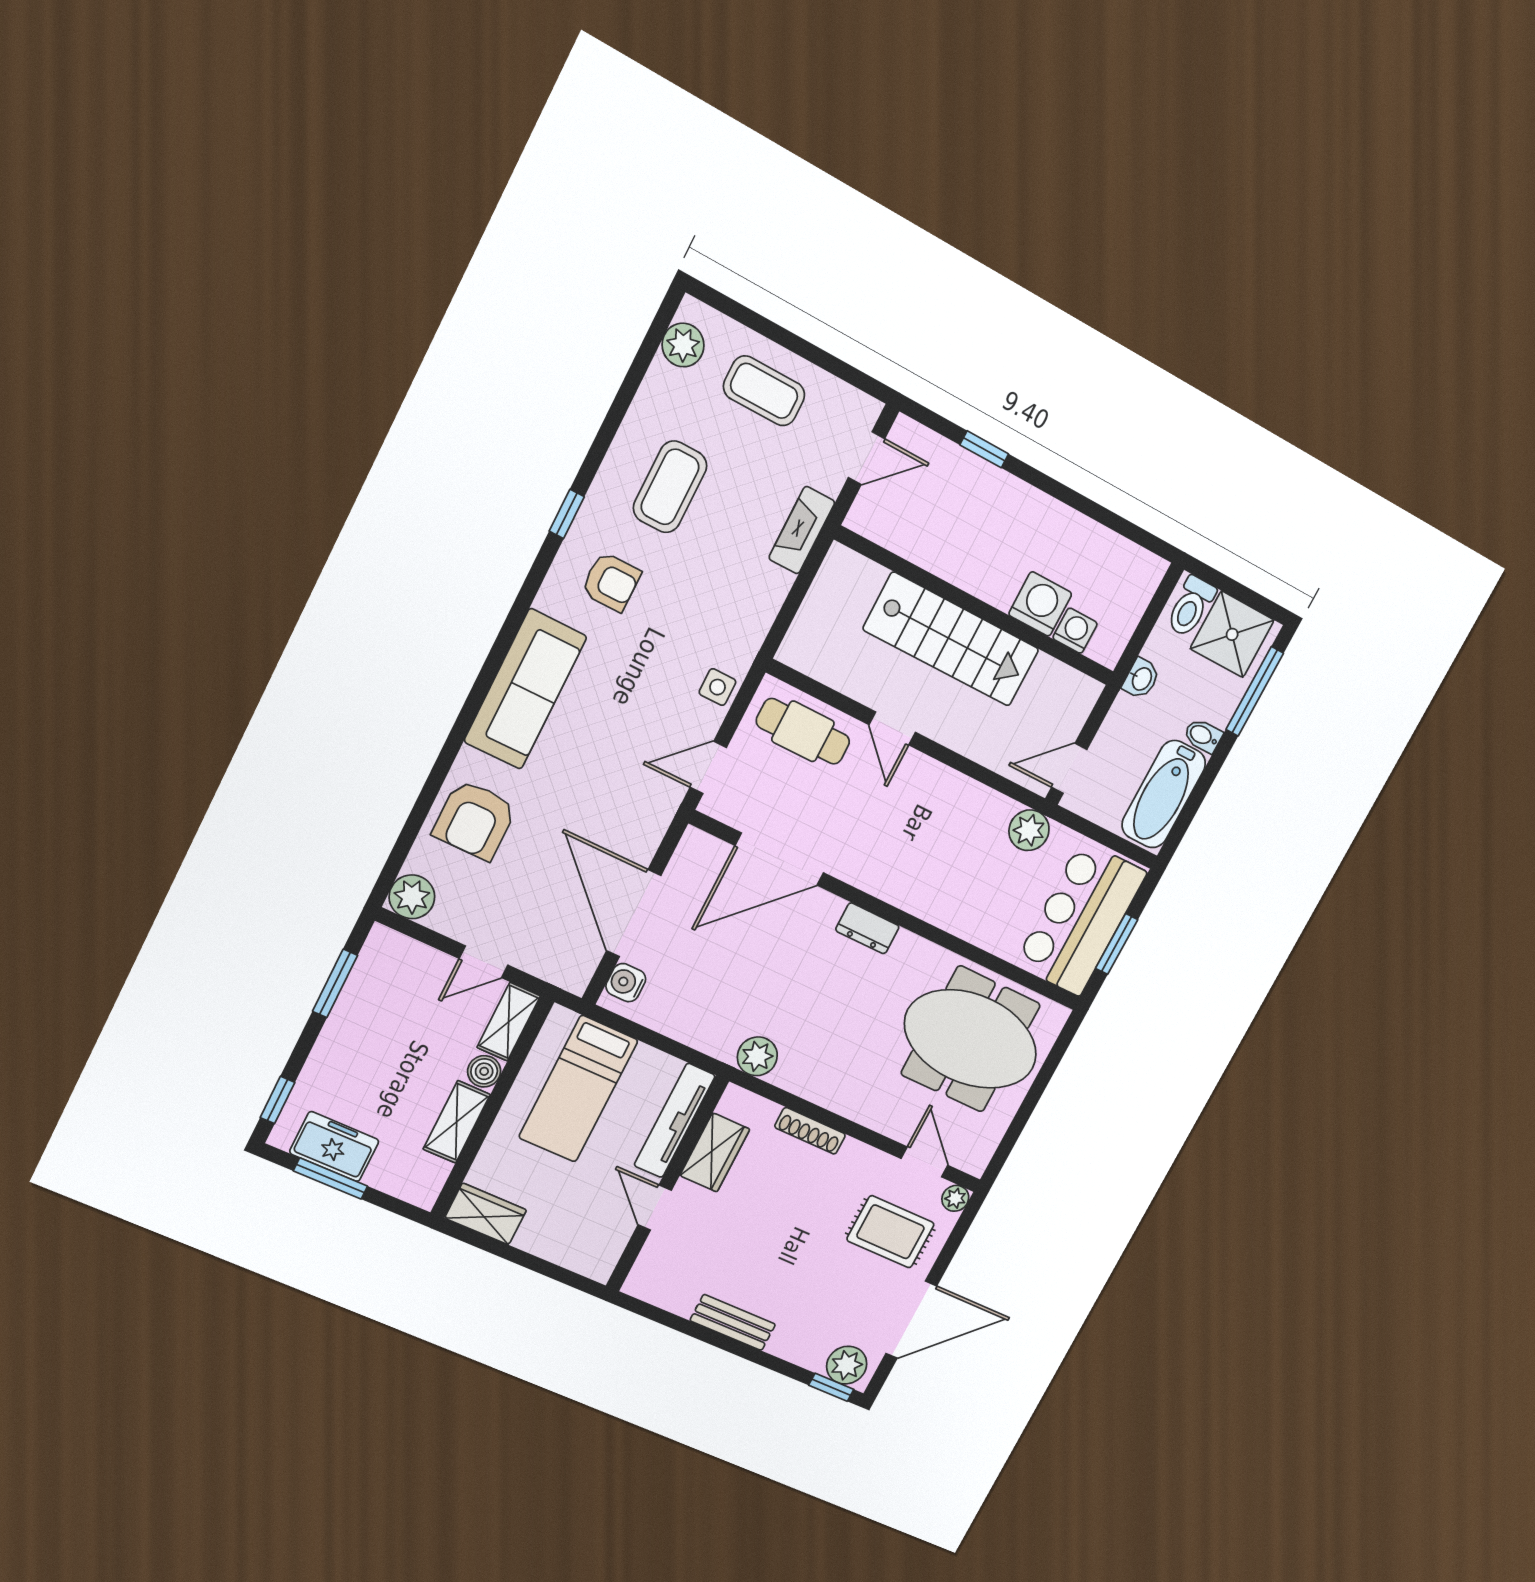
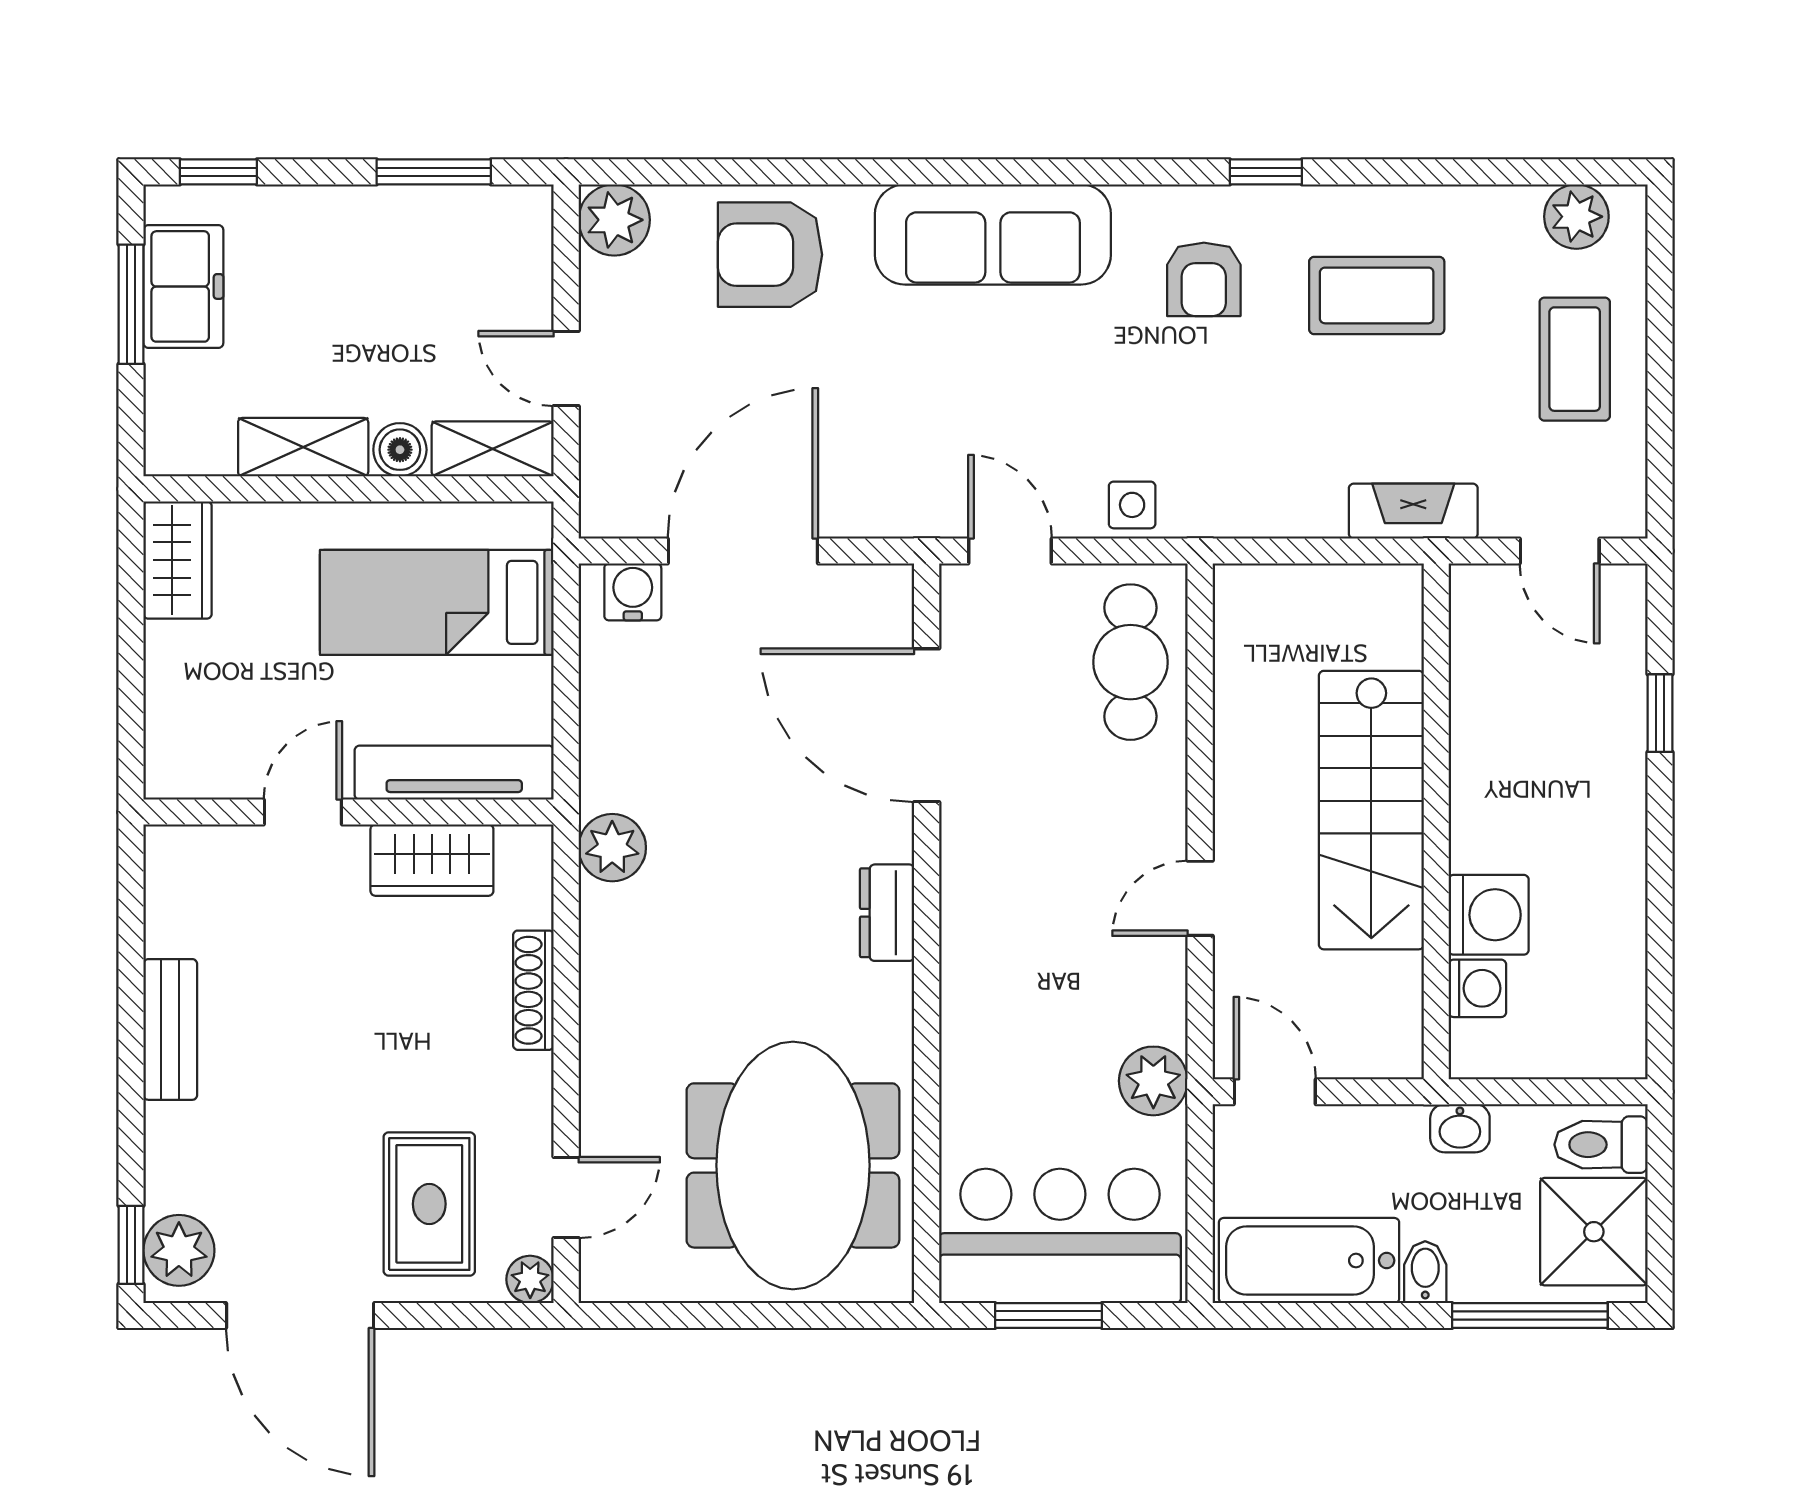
door: (892, 729) -> (1200, 898), moved

